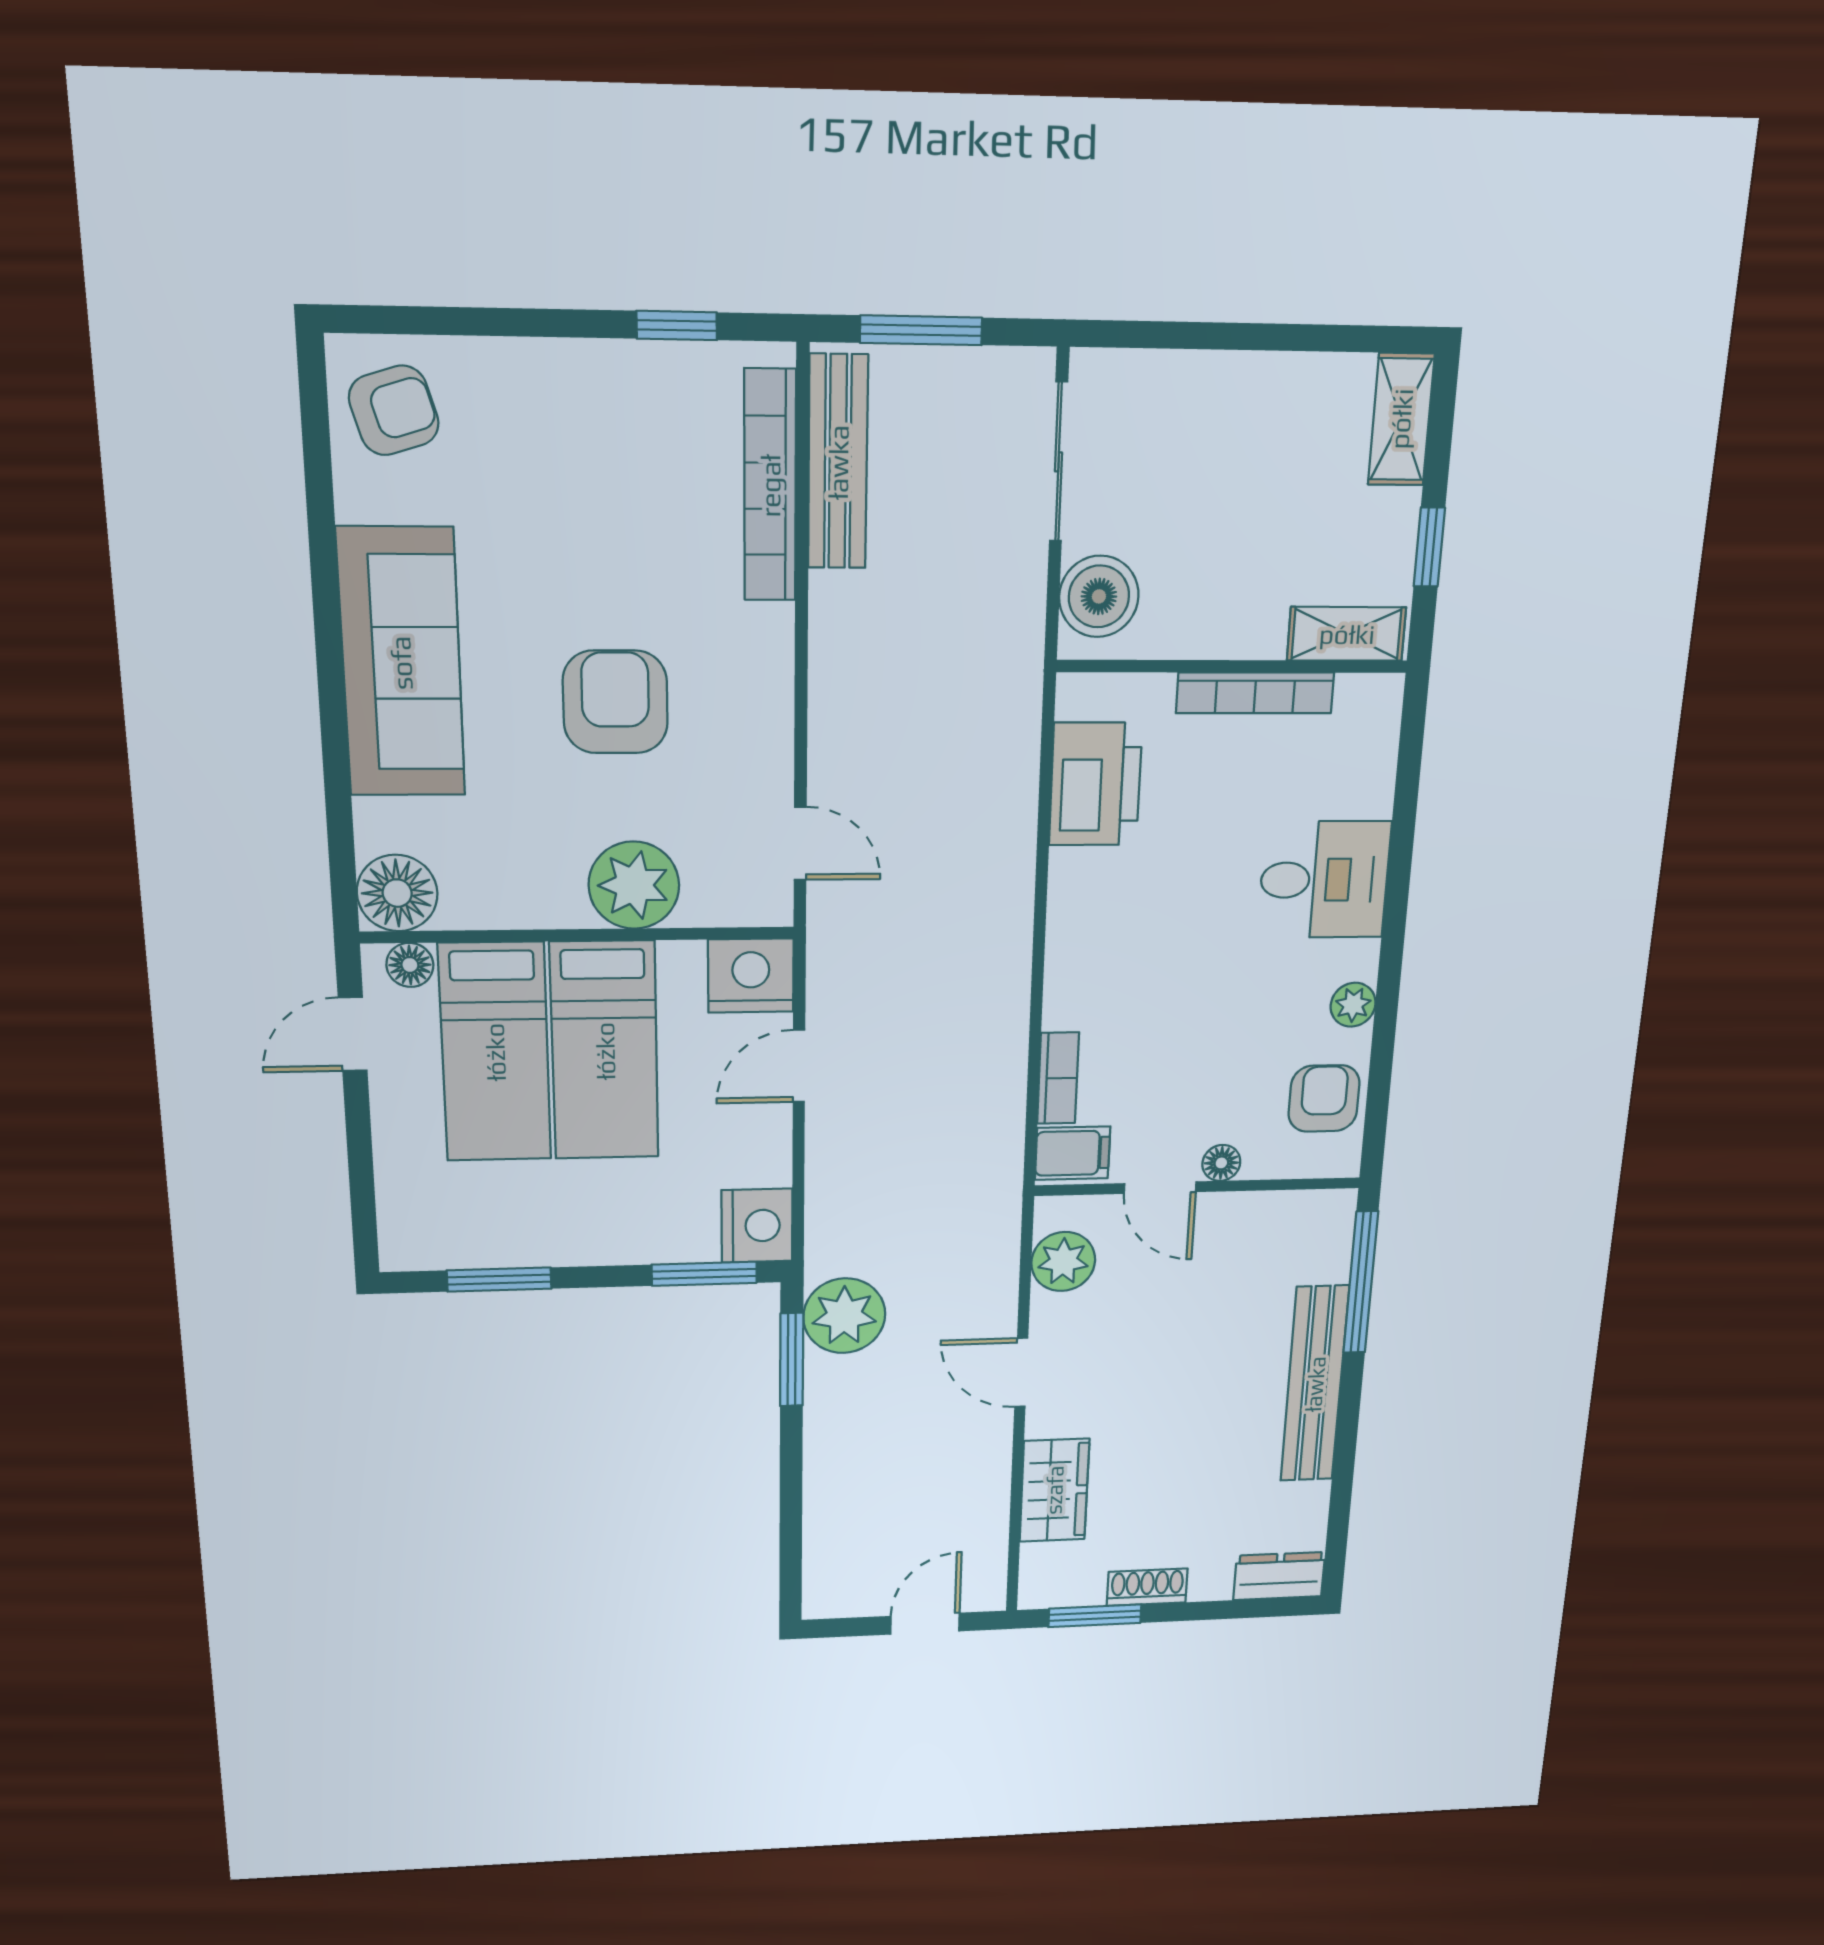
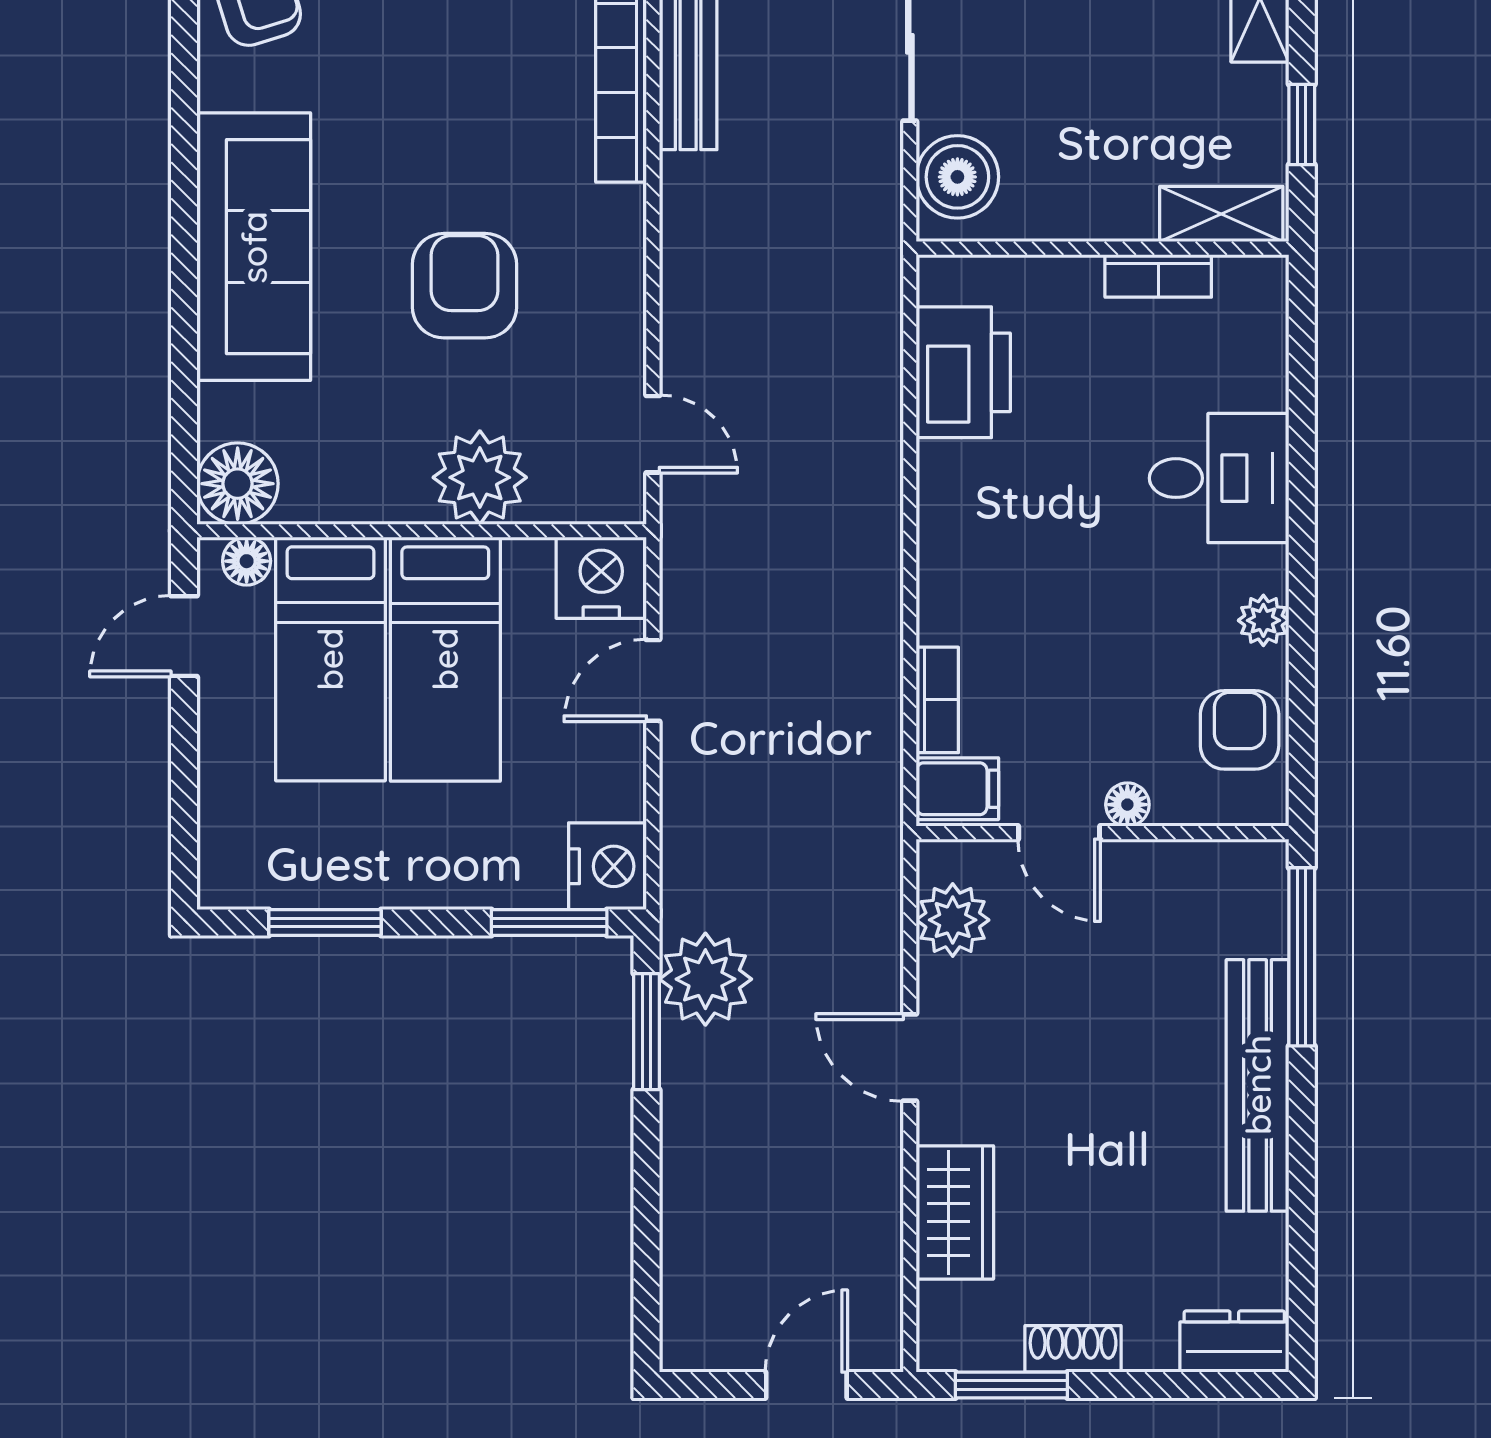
bookcase: (1255, 693) -> (1158, 276), width x0.64

